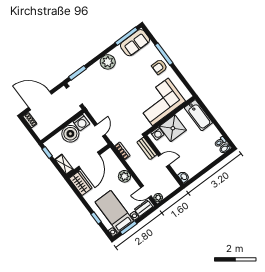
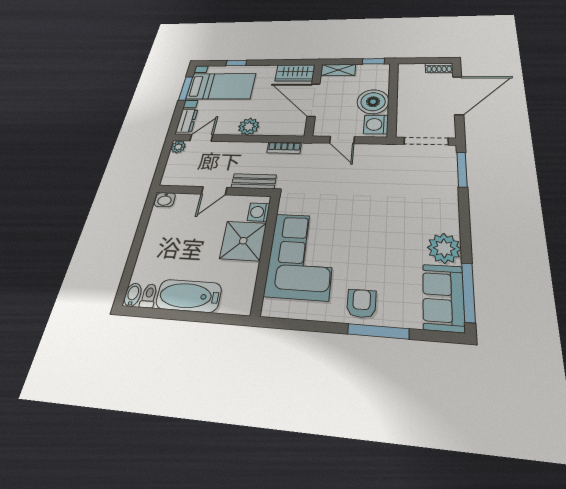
plant: (108, 62) -> (444, 248), moved
bathtub: (198, 115) -> (189, 296), moved

